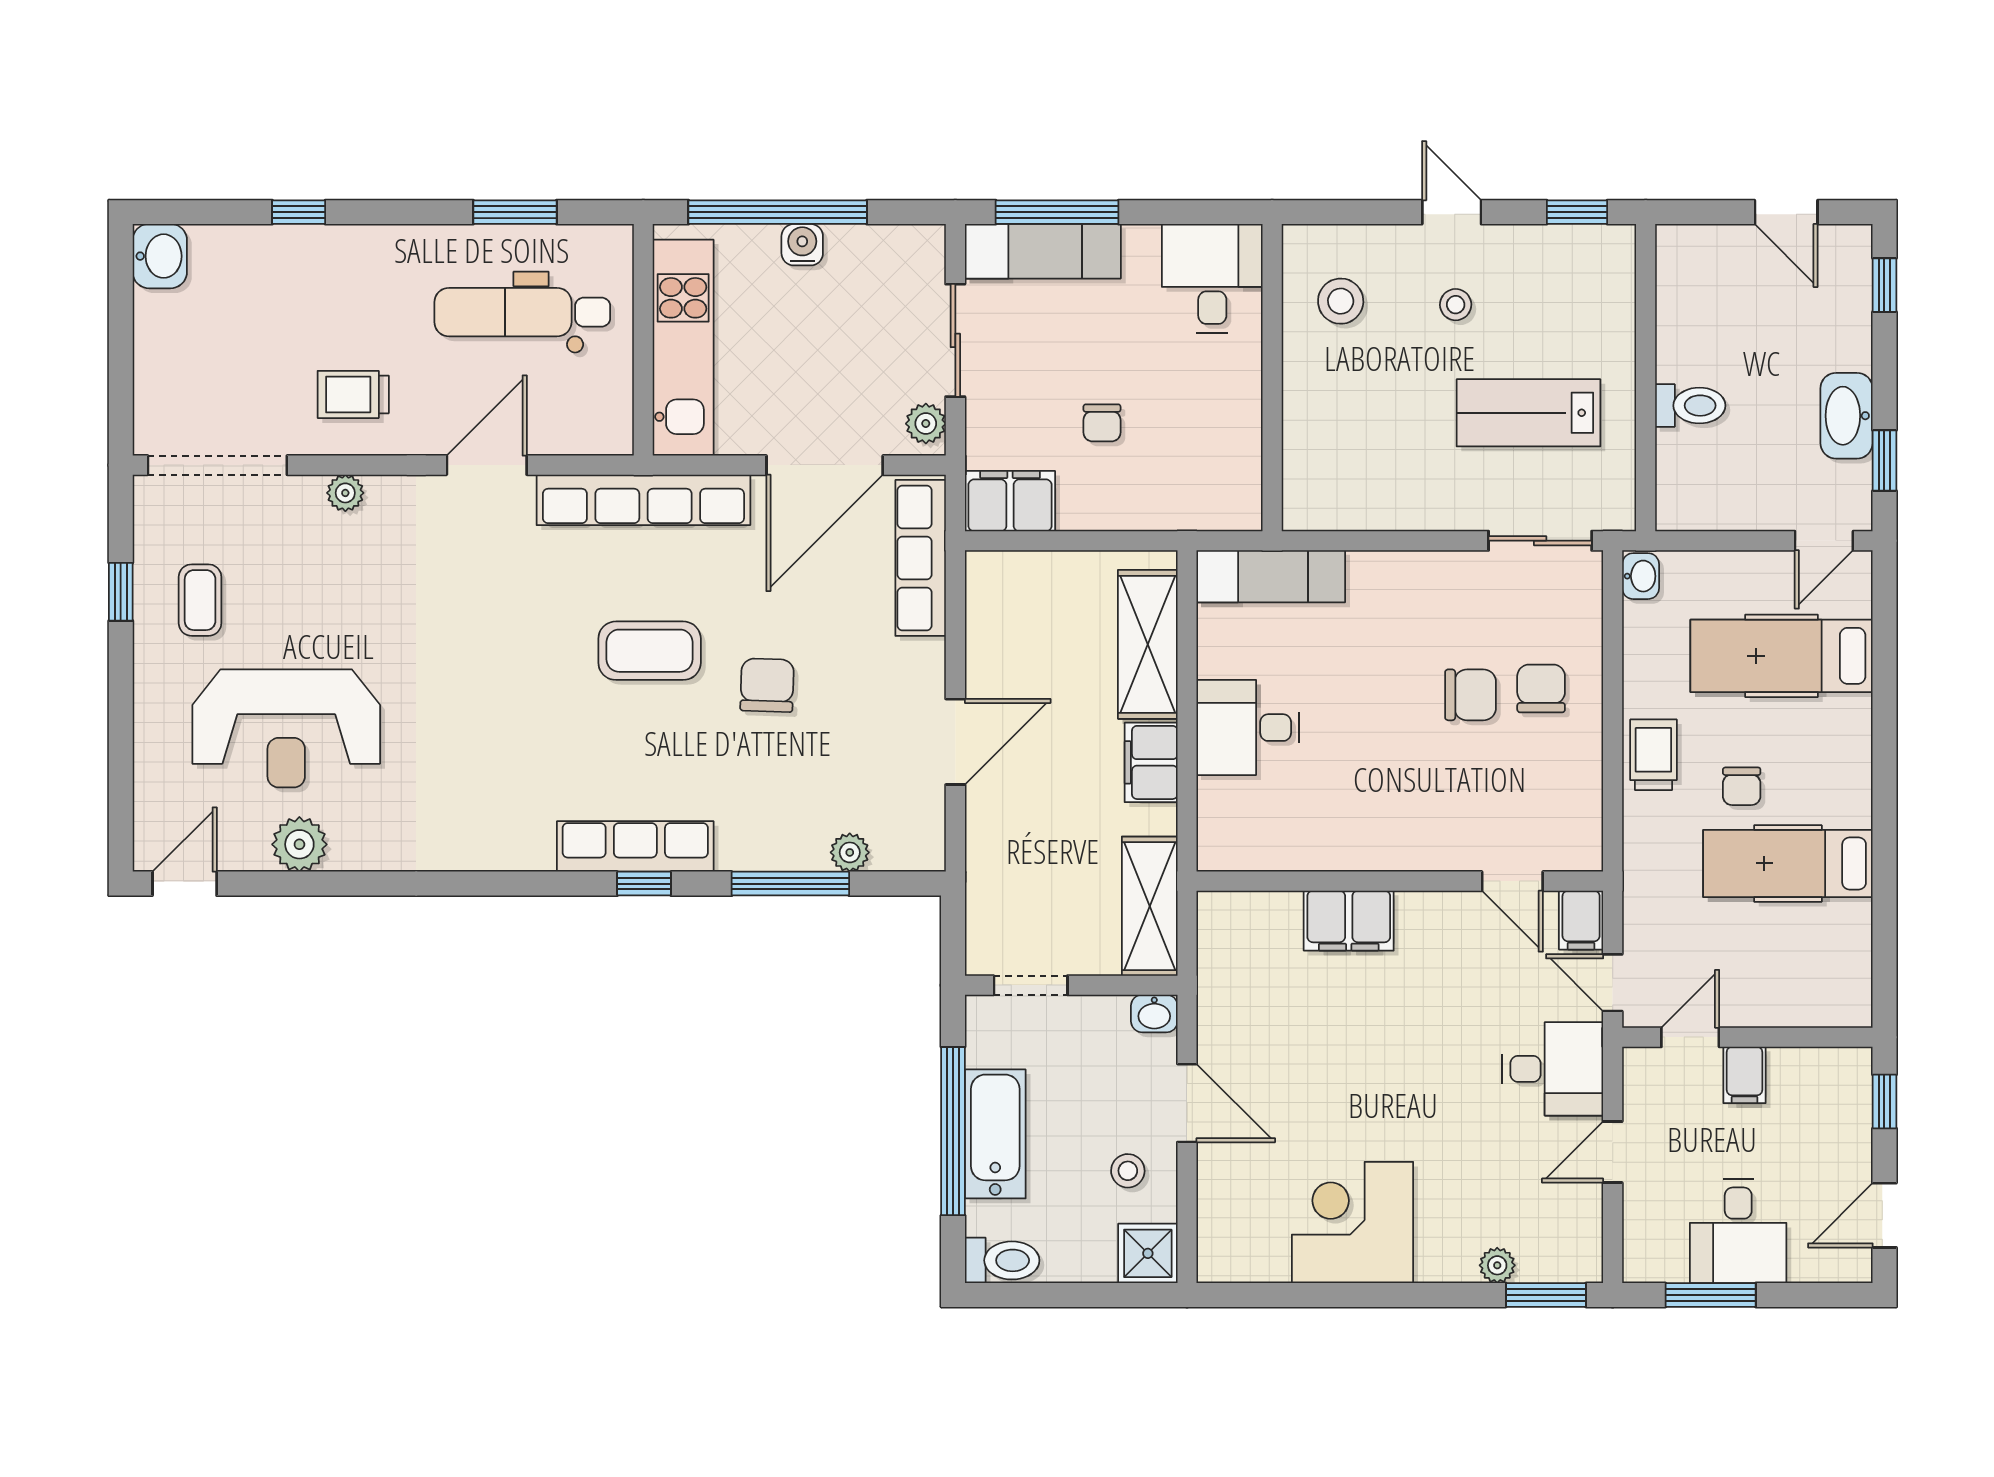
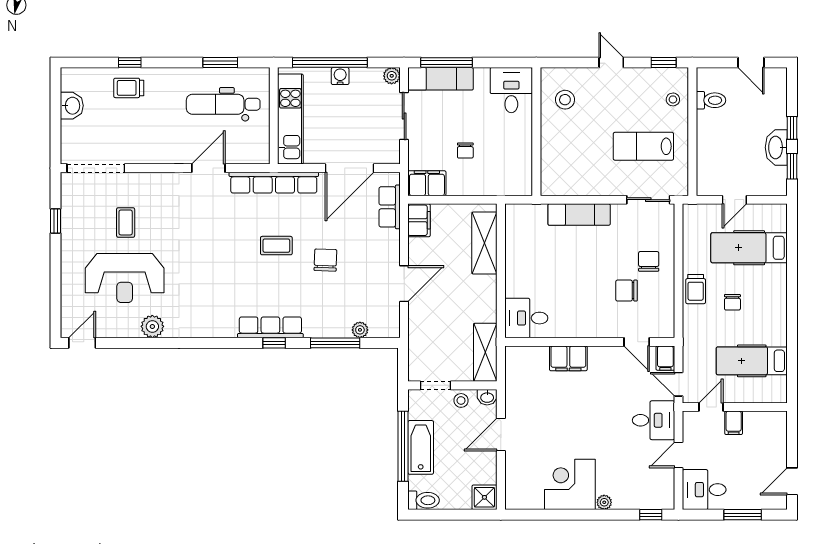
washbasin: (160, 256) -> (72, 106), moved
window: (1884, 285) -> (792, 128), moved
stool: (1456, 305) -> (673, 99), moved
trolley: (353, 394) -> (129, 88), moved
toilet: (1690, 406) -> (711, 100), moved
plant: (926, 424) -> (392, 76), moved
plant: (345, 493) -> (149, 180), removed
door: (1824, 541) -> (734, 200), moved
row of seats: (921, 558) -> (390, 207), width x0.68
exam couch: (1271, 576) -> (579, 215), moved
washbasin: (1641, 576) -> (690, 214), removed
coffee table: (200, 600) -> (126, 222), moved
coffee table: (650, 651) -> (276, 246), width x0.73, depth x0.77
chair: (1471, 695) -> (627, 291), moved, turned 180
desk: (1248, 728) -> (526, 318), moved
trolley: (1653, 755) -> (696, 289), turned 180
filing cabinet: (1151, 762) -> (419, 220), moved, turned 180
plant: (299, 844) -> (152, 326), moved
hospital bed: (1788, 863) -> (752, 361), moved
window: (1884, 1102) -> (792, 434), removed
door: (1187, 1103) -> (501, 435), swing flipped
stool: (1128, 1171) -> (461, 400), moved
desk: (1738, 1231) -> (704, 490), moved, turned 90
plant: (1497, 1265) -> (604, 502), moved
window: (1546, 1295) -> (651, 515), width x0.67
window: (1711, 1295) -> (743, 515), moved

